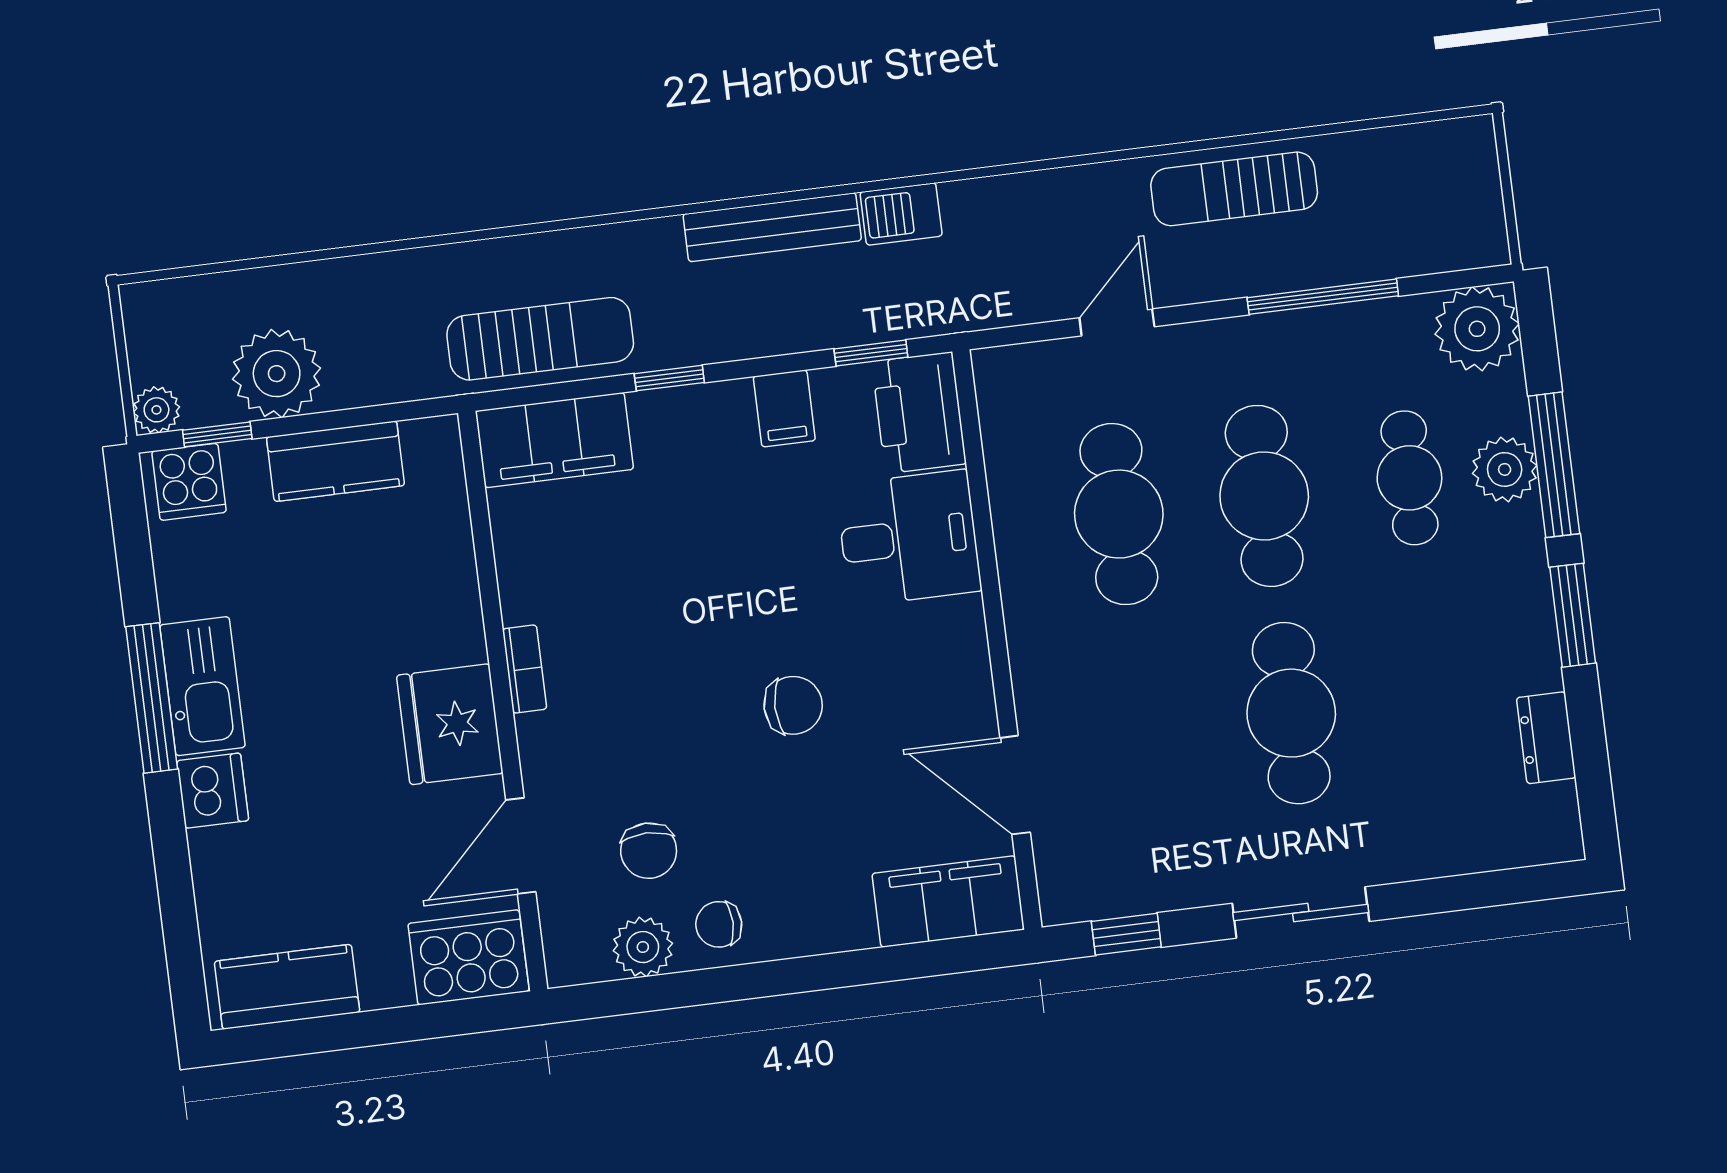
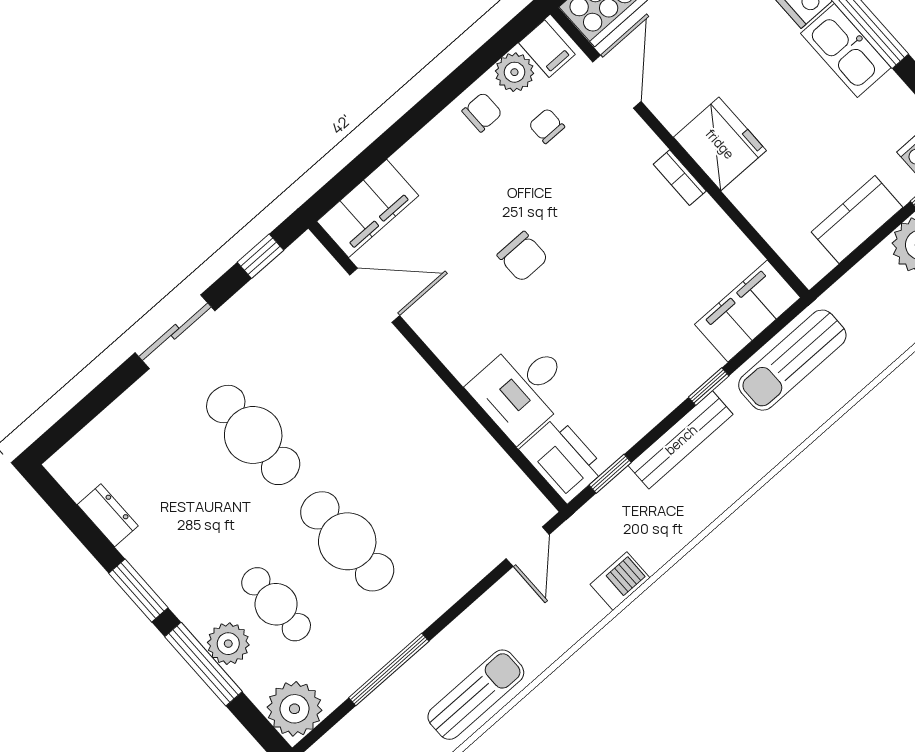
barbecue: (901, 214) -> (620, 581), moved
bench: (772, 227) -> (681, 440), moved
door: (1117, 322) -> (528, 547), moved
filing cabinet: (784, 408) -> (547, 49), moved, turned 180
cafe table: (1119, 514) -> (418, 478), removed
chair: (793, 705) -> (523, 257), turned -90
fridge: (450, 724) -> (720, 144), moved
chair: (649, 851) -> (547, 126), width x0.73, depth x0.73

